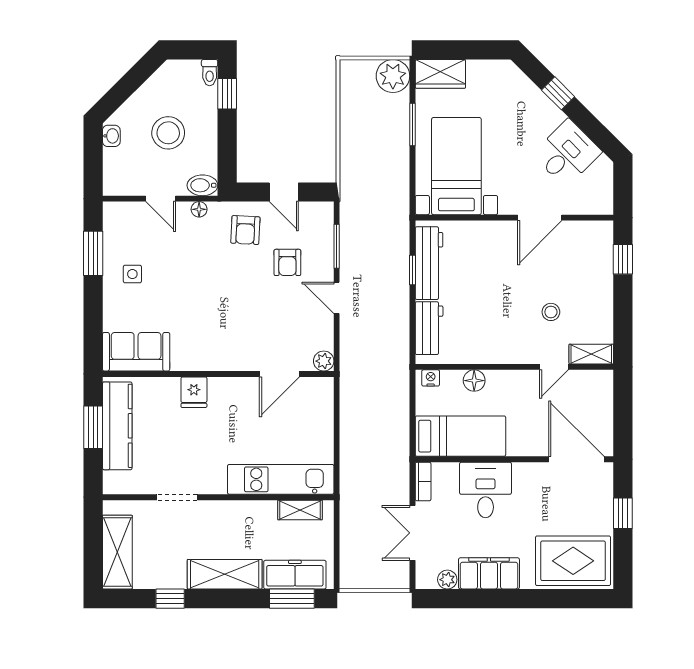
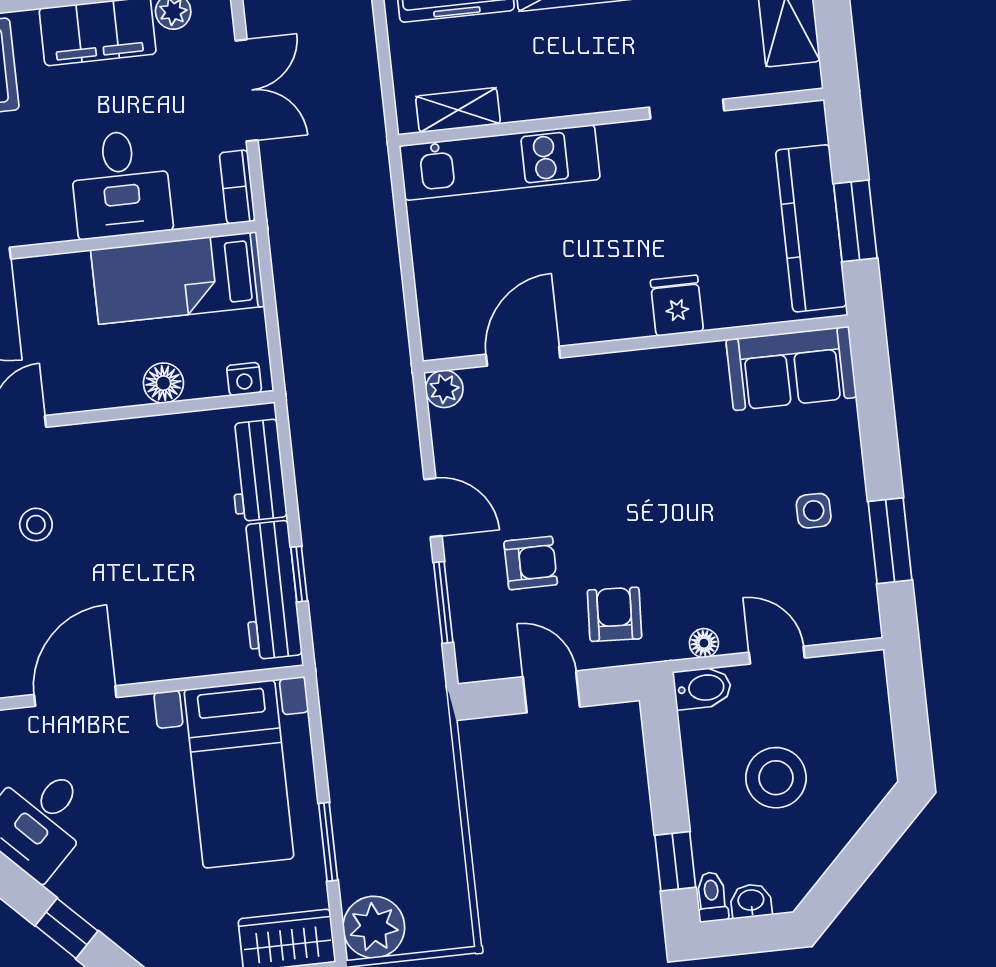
washbasin: (111, 136) -> (751, 901), moved, turned 90
armchair: (287, 262) -> (531, 563), turned 90

